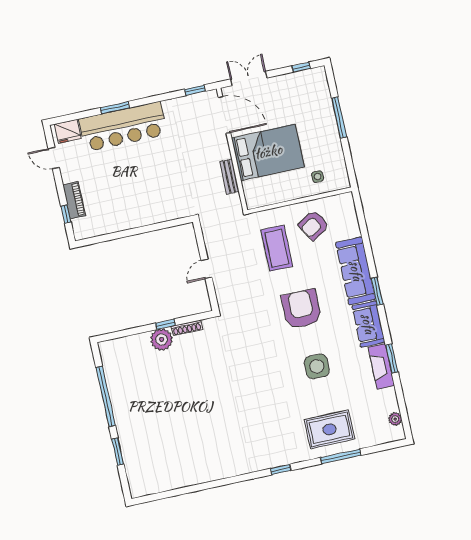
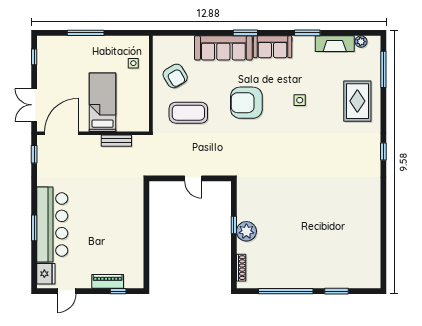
bed: (268, 152) -> (103, 102), width x0.67
shoe rack: (187, 328) -> (241, 268), moved
side table: (317, 366) -> (300, 100), width x0.54, depth x0.54
fireplace: (381, 366) -> (335, 44), moved
window: (341, 456) -> (383, 69), moved

